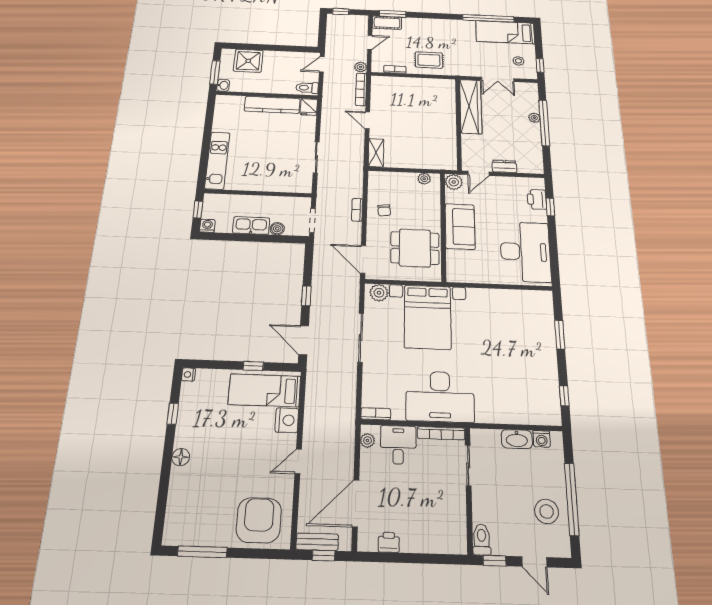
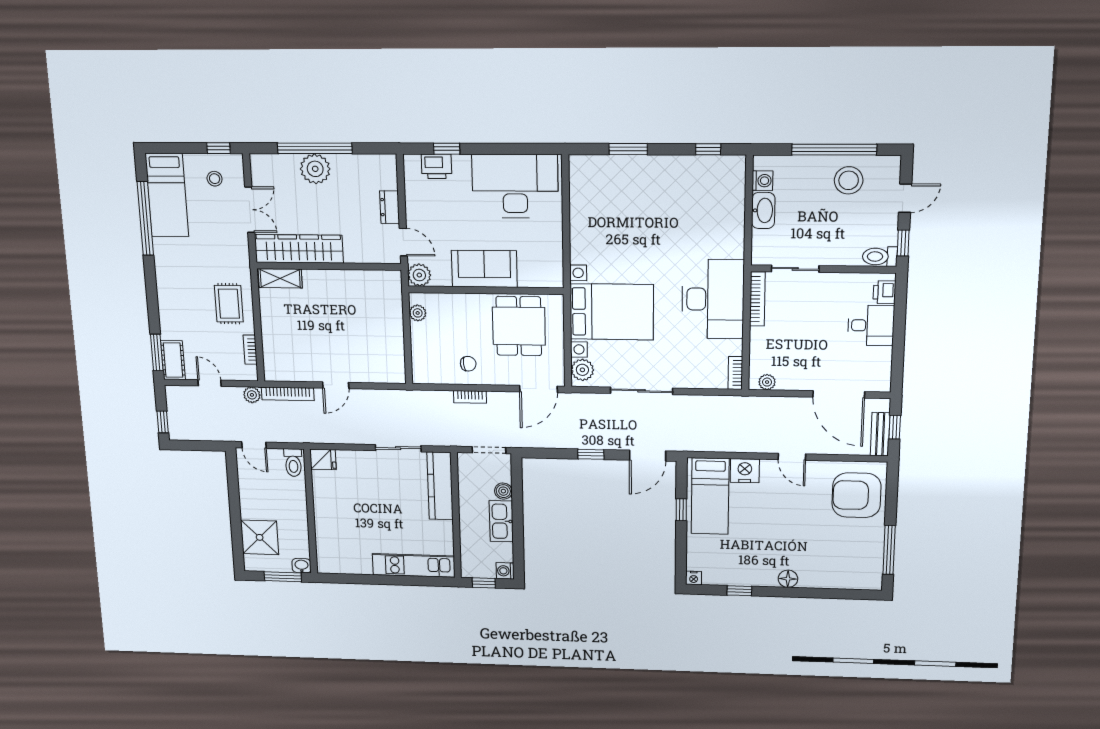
kitchen counter: (272, 105) -> (440, 486), moved, turned 180
plant: (534, 118) -> (315, 169), width x1.88, depth x1.88
shelving: (376, 153) -> (280, 278), moved
desk: (398, 445) -> (871, 325), moved, turned 180
printer: (389, 542) -> (884, 292), moved

